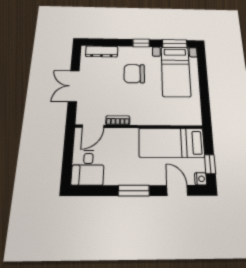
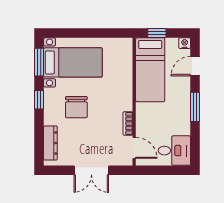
window: (210, 164) -> (157, 33), moved

